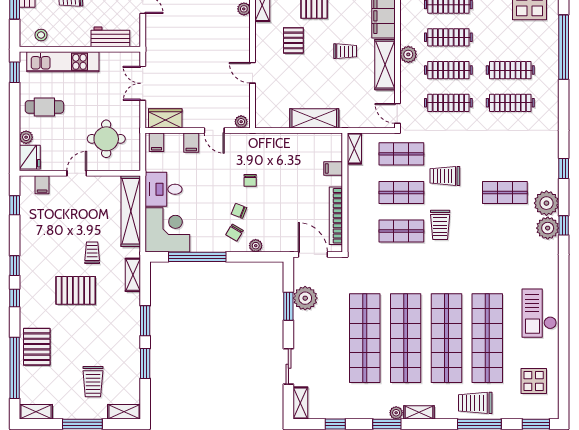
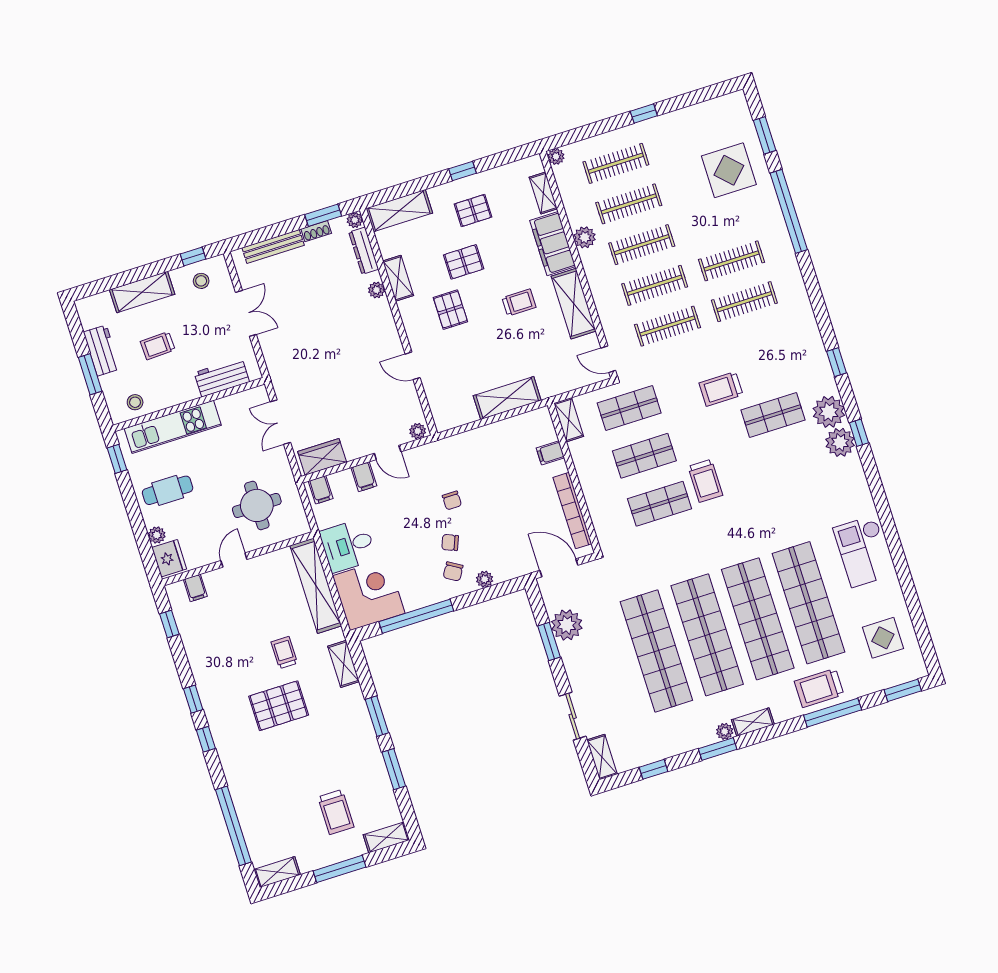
plant: (408, 54) -> (585, 237), moved
trolley: (445, 176) -> (721, 389), moved
pallet: (37, 347) -> (252, 791), removed

